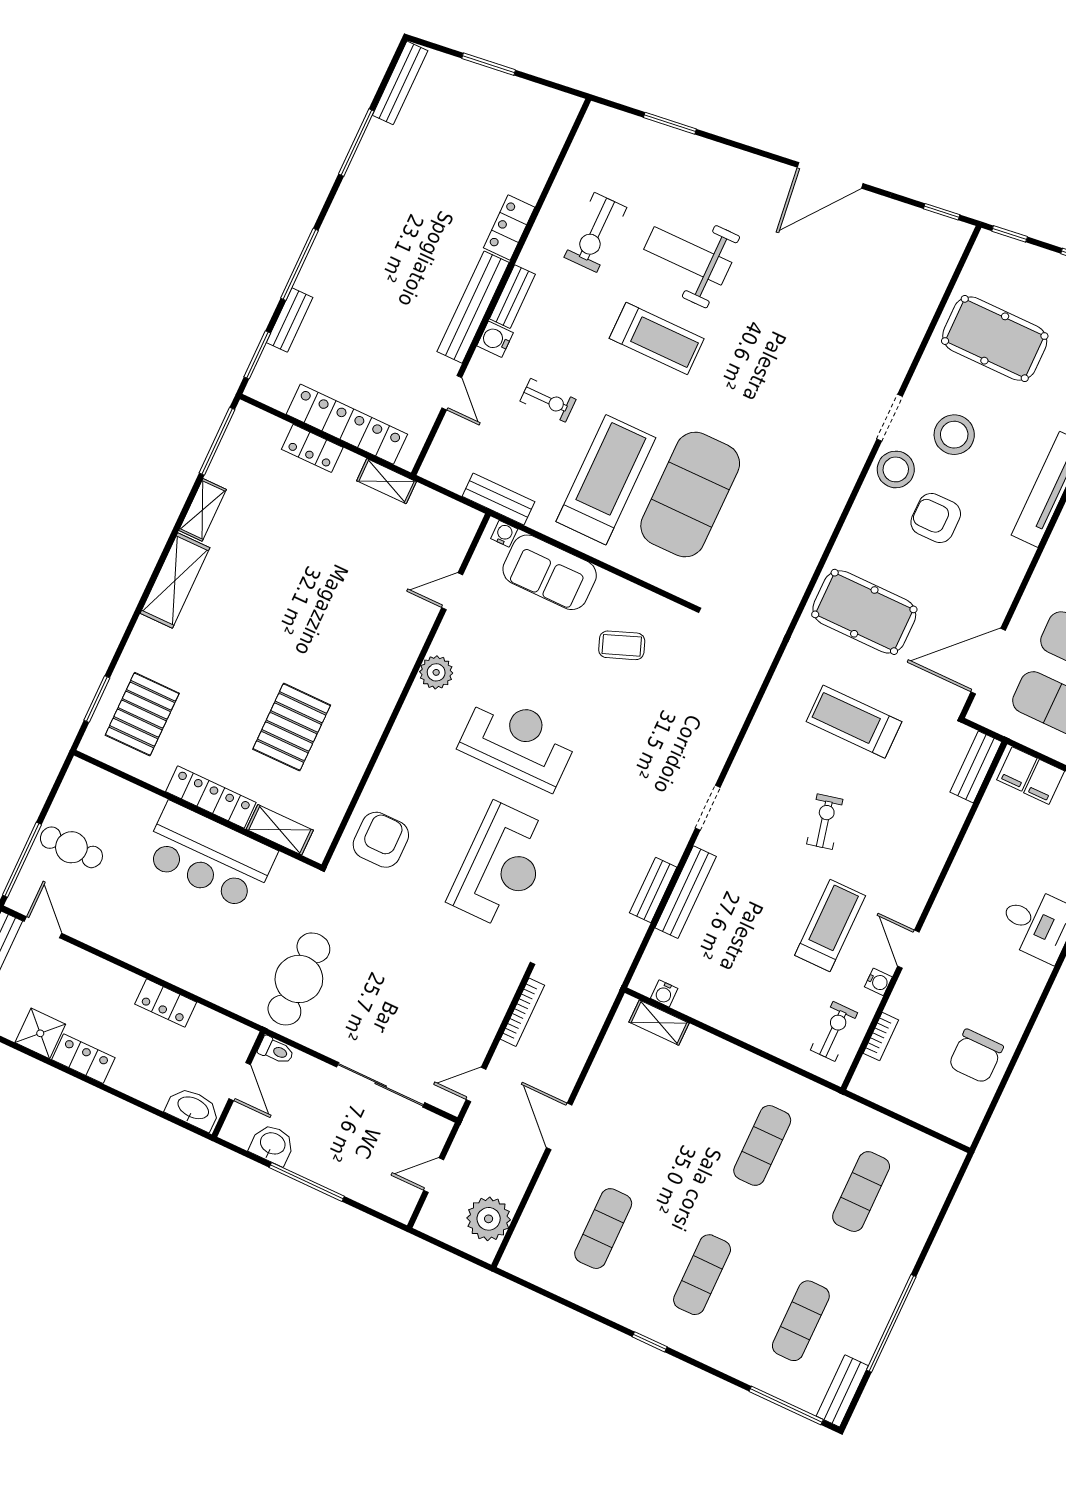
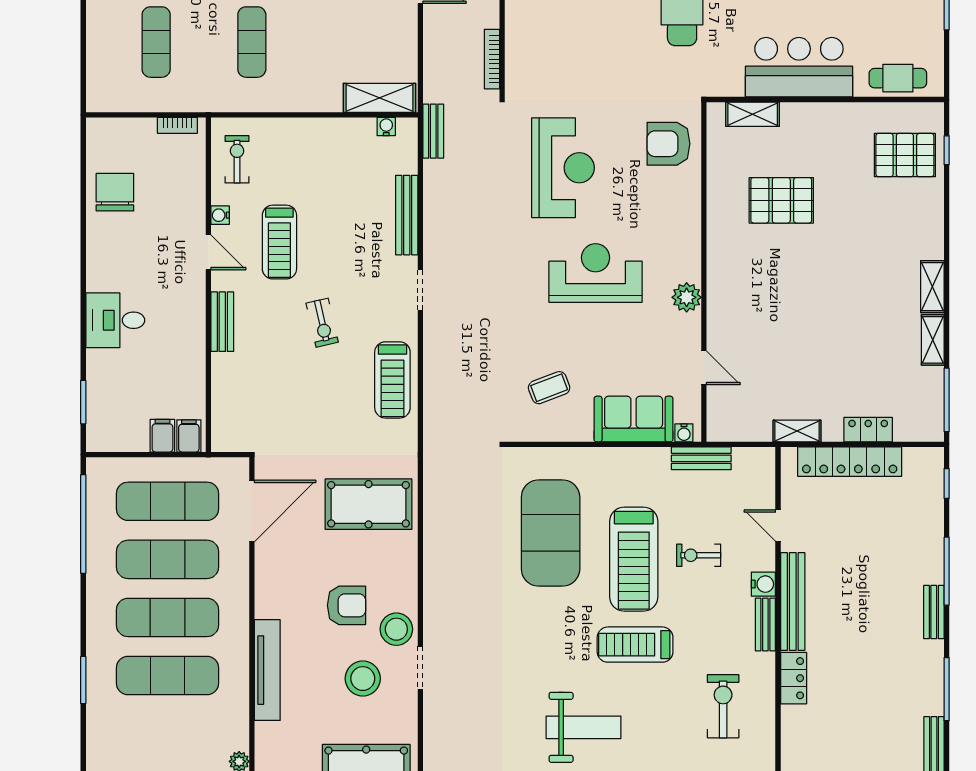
weight bench: (688, 256) -> (584, 727), moved
bench: (290, 320) -> (934, 612), moved
window: (257, 355) -> (947, 483), width x0.67
treadmill: (606, 480) -> (634, 559), moved
shelving: (175, 580) -> (932, 287), width x0.67, depth x0.75
door: (452, 591) -> (704, 368), hinge flipped
window: (97, 699) -> (947, 150), width x0.67
pallet: (142, 714) -> (905, 155), turned 90
treadmill: (854, 722) -> (392, 380), moved, turned 90
pallet: (292, 727) -> (781, 200), turned 90
reception desk: (518, 741) -> (596, 273), turned 180
bench: (976, 767) -> (222, 322), moved
locker: (211, 797) -> (820, 115), removed
armchair: (381, 840) -> (668, 144), turned 90
cafe table: (71, 847) -> (898, 78), moved
reception desk: (501, 866) -> (563, 168), turned 180
bench: (653, 890) -> (433, 131), moved
shelving: (659, 1023) -> (379, 98), width x1.50, depth x1.33
exercise bike: (834, 1031) -> (237, 159), turned 180
bookcase: (881, 1037) -> (177, 125), moved, turned -90

